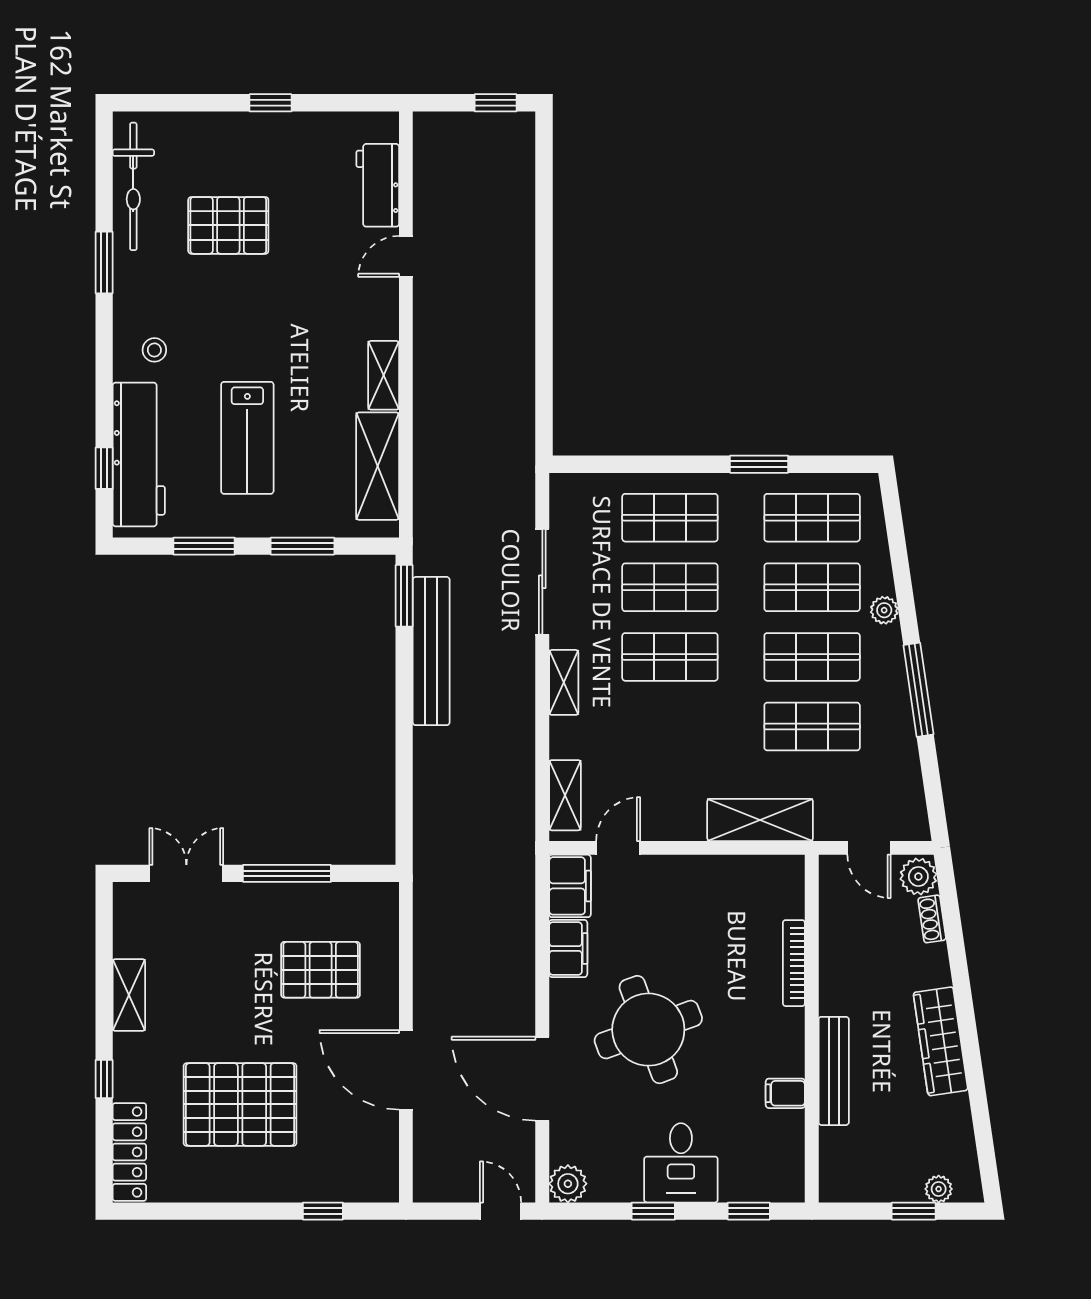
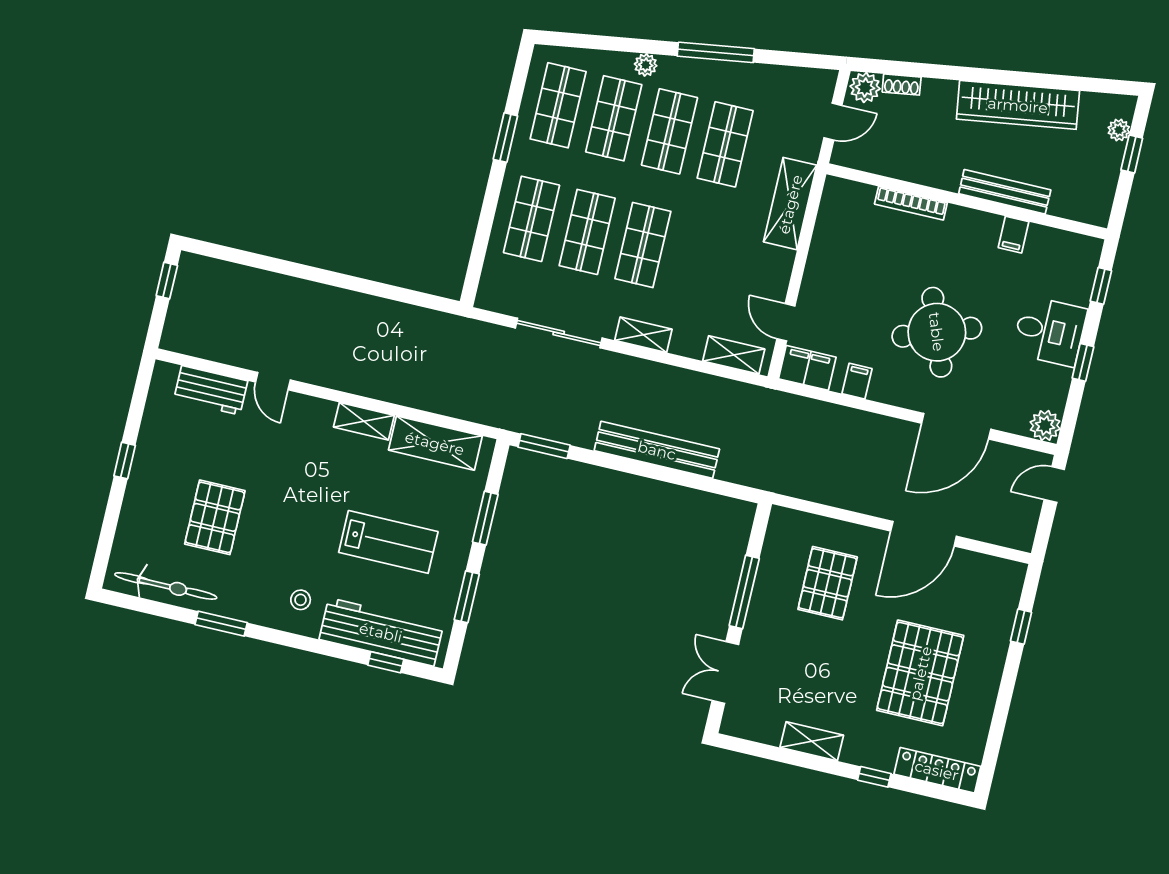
bench: (431, 651) -> (657, 450), moved
filing cabinet: (568, 949) -> (857, 381), width x0.50
wardrobe: (941, 1041) -> (1018, 105), width x1.40, depth x1.17

